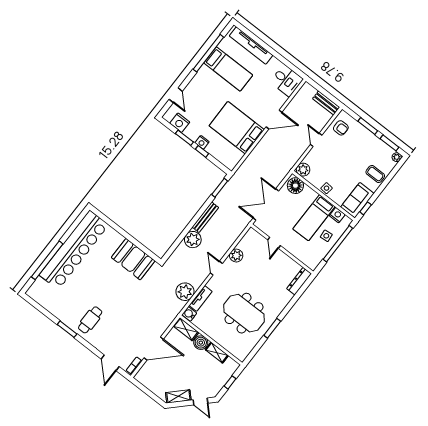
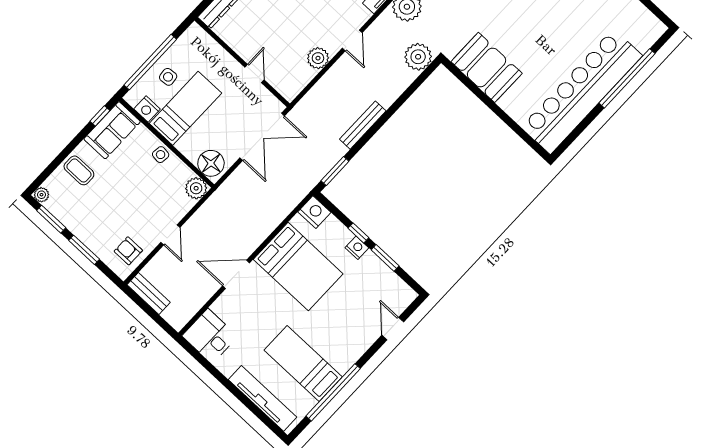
nightstand: (180, 123) -> (314, 212), moved
plant: (193, 240) -> (418, 57), moved

